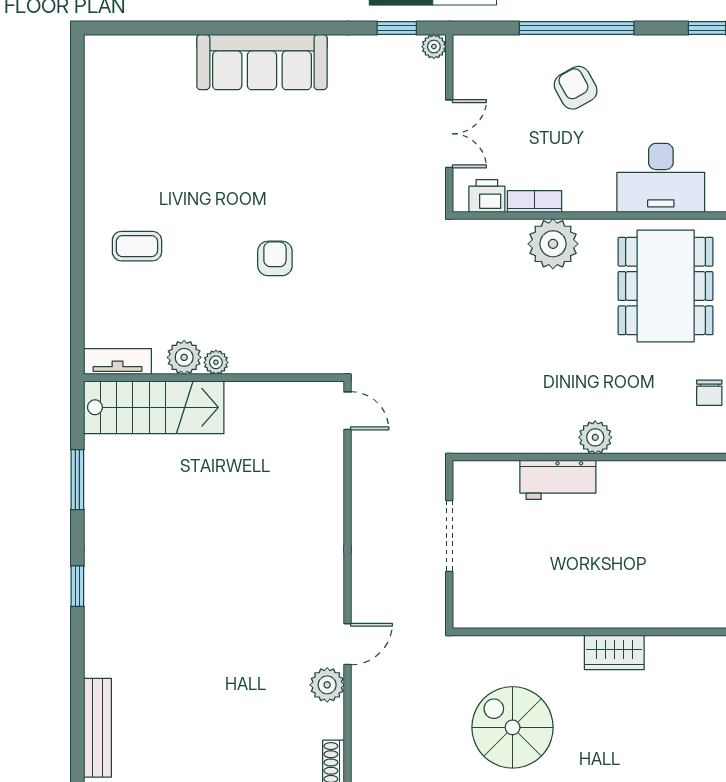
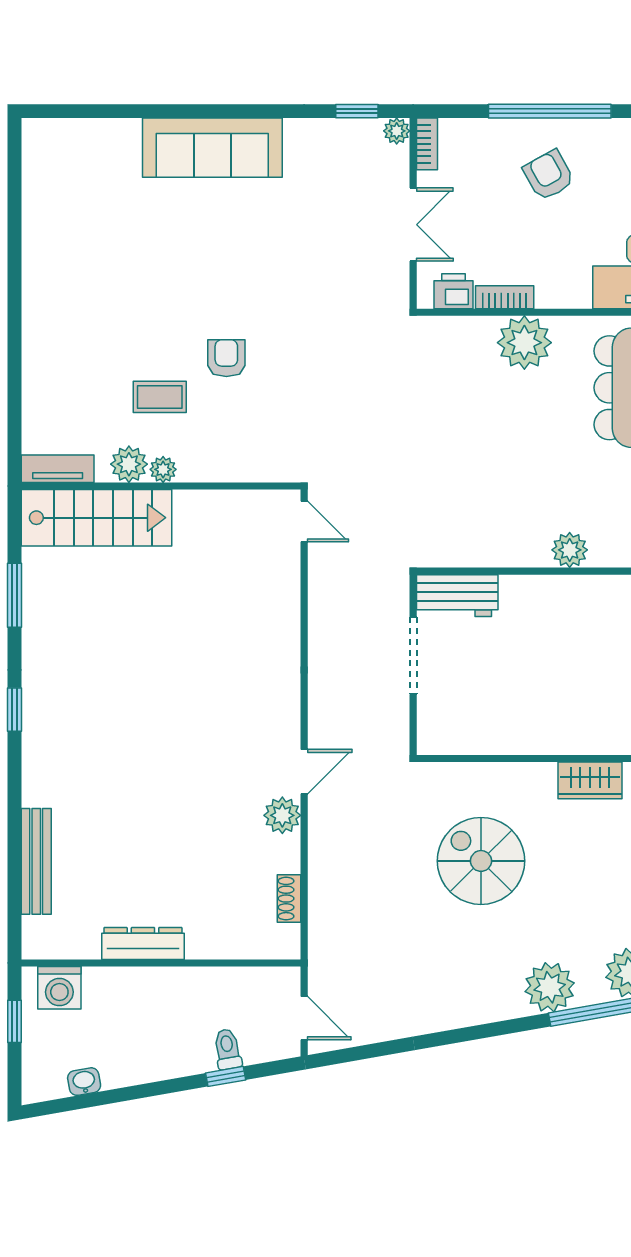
bookcase: (462, 59) -> (427, 144), added
coffee table: (137, 246) -> (160, 397), moved
workbench: (558, 480) -> (457, 596), moved

